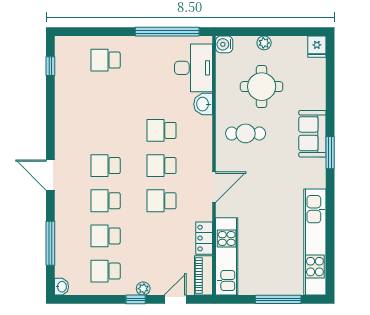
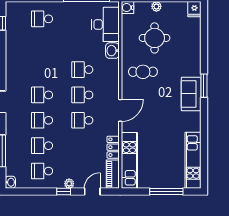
sofa: (312, 134) -> (191, 94), moved
kitchen unit: (315, 242) -> (193, 160), width x0.73

